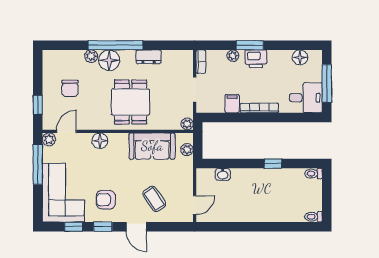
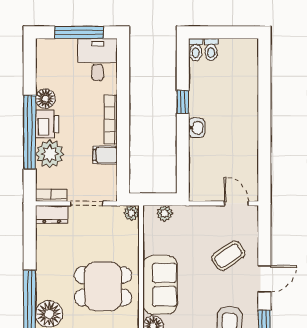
window: (250, 45) -> (30, 132), width x2.11
plant: (233, 56) -> (50, 154), width x1.88, depth x1.88
dresser: (149, 57) -> (52, 214), moved, turned 90
floor lamp: (300, 57) -> (45, 99), moved
sofa: (152, 146) -> (160, 285), moved
washbasin: (223, 174) -> (197, 128), moved
toilet: (314, 217) -> (211, 49), moved

